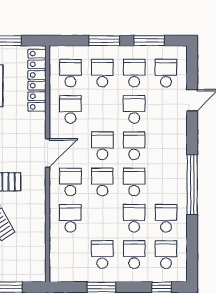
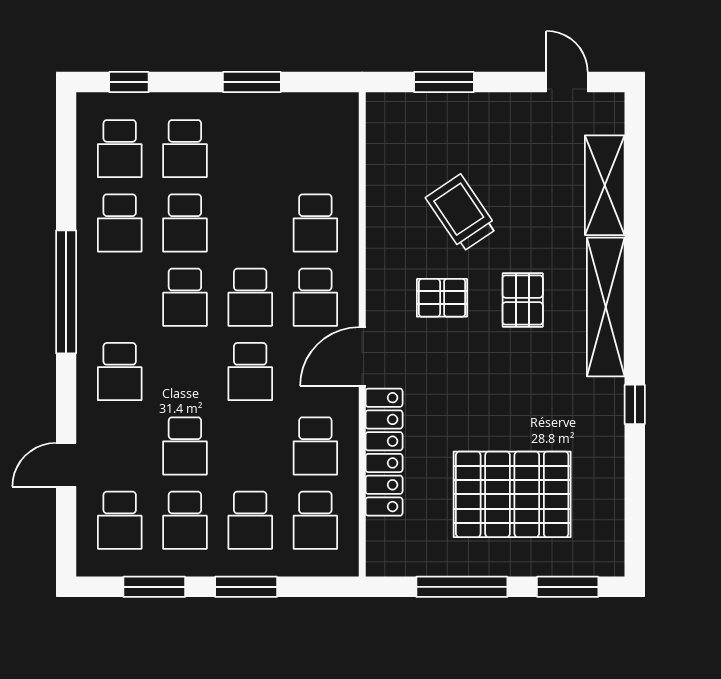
locker: (37, 80) -> (384, 452), moved
school desk: (134, 146) -> (120, 372), moved
school desk: (102, 255) -> (250, 149), removed

